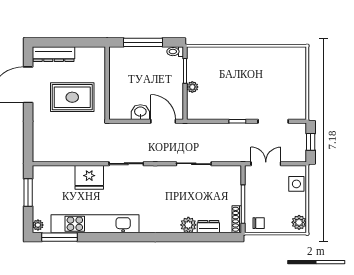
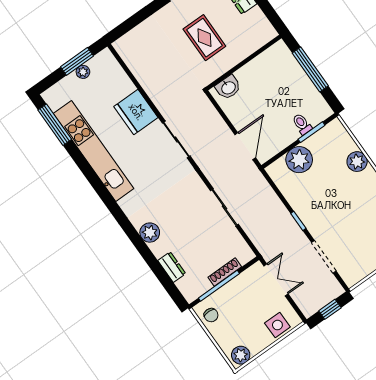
toilet: (175, 52) -> (302, 124), moved
plant: (226, 55) -> (357, 162), added
plant: (192, 87) -> (299, 160), width x1.88, depth x1.88
rug: (72, 97) -> (204, 38), width x0.73, depth x0.70
washbasin: (140, 112) -> (228, 87), moved, turned 90
shoe rack: (237, 219) -> (225, 272), moved
plant: (38, 225) -> (83, 72), moved
plant: (188, 225) -> (150, 233), moved

